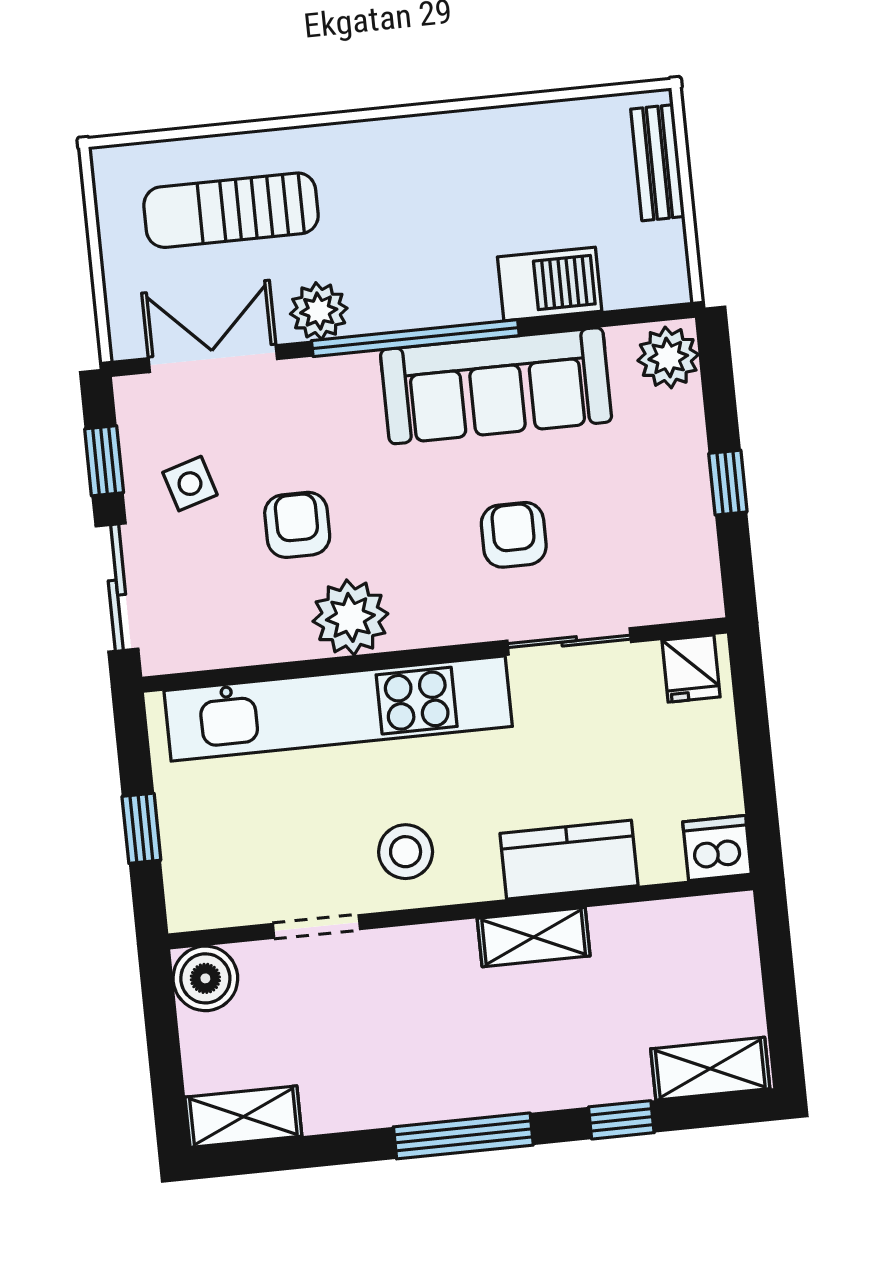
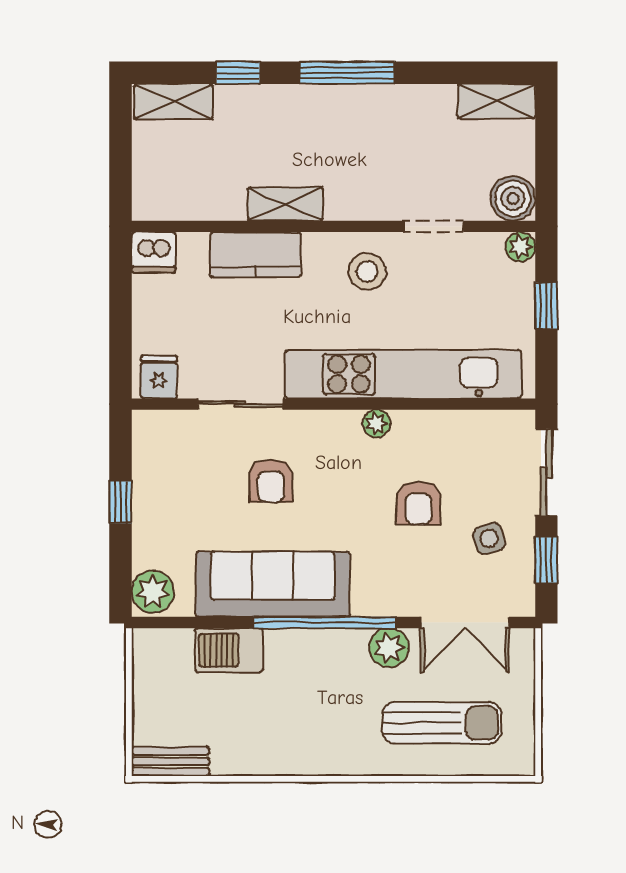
bench: (658, 163) -> (170, 761), moved, turned 90
plant: (350, 617) -> (376, 424), width x0.53, depth x0.53
plant: (188, 910) -> (520, 247), added

